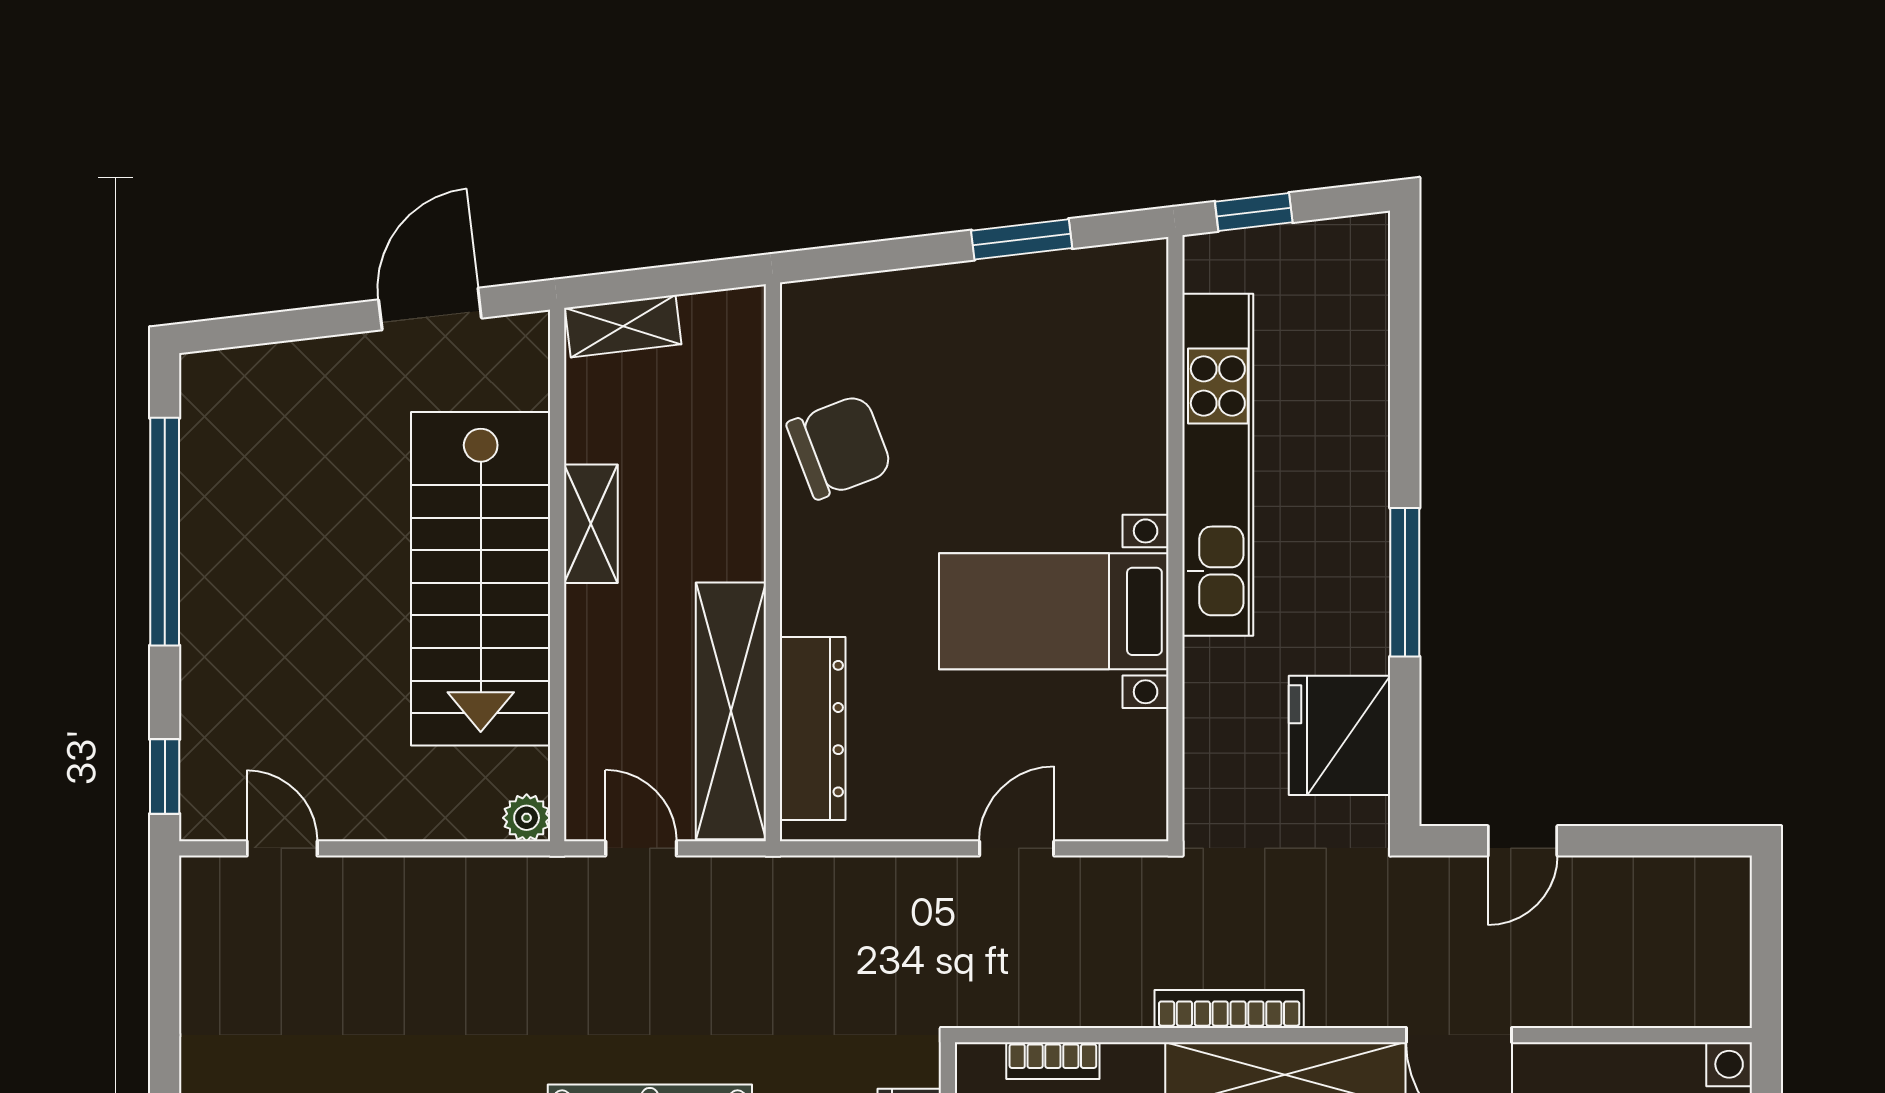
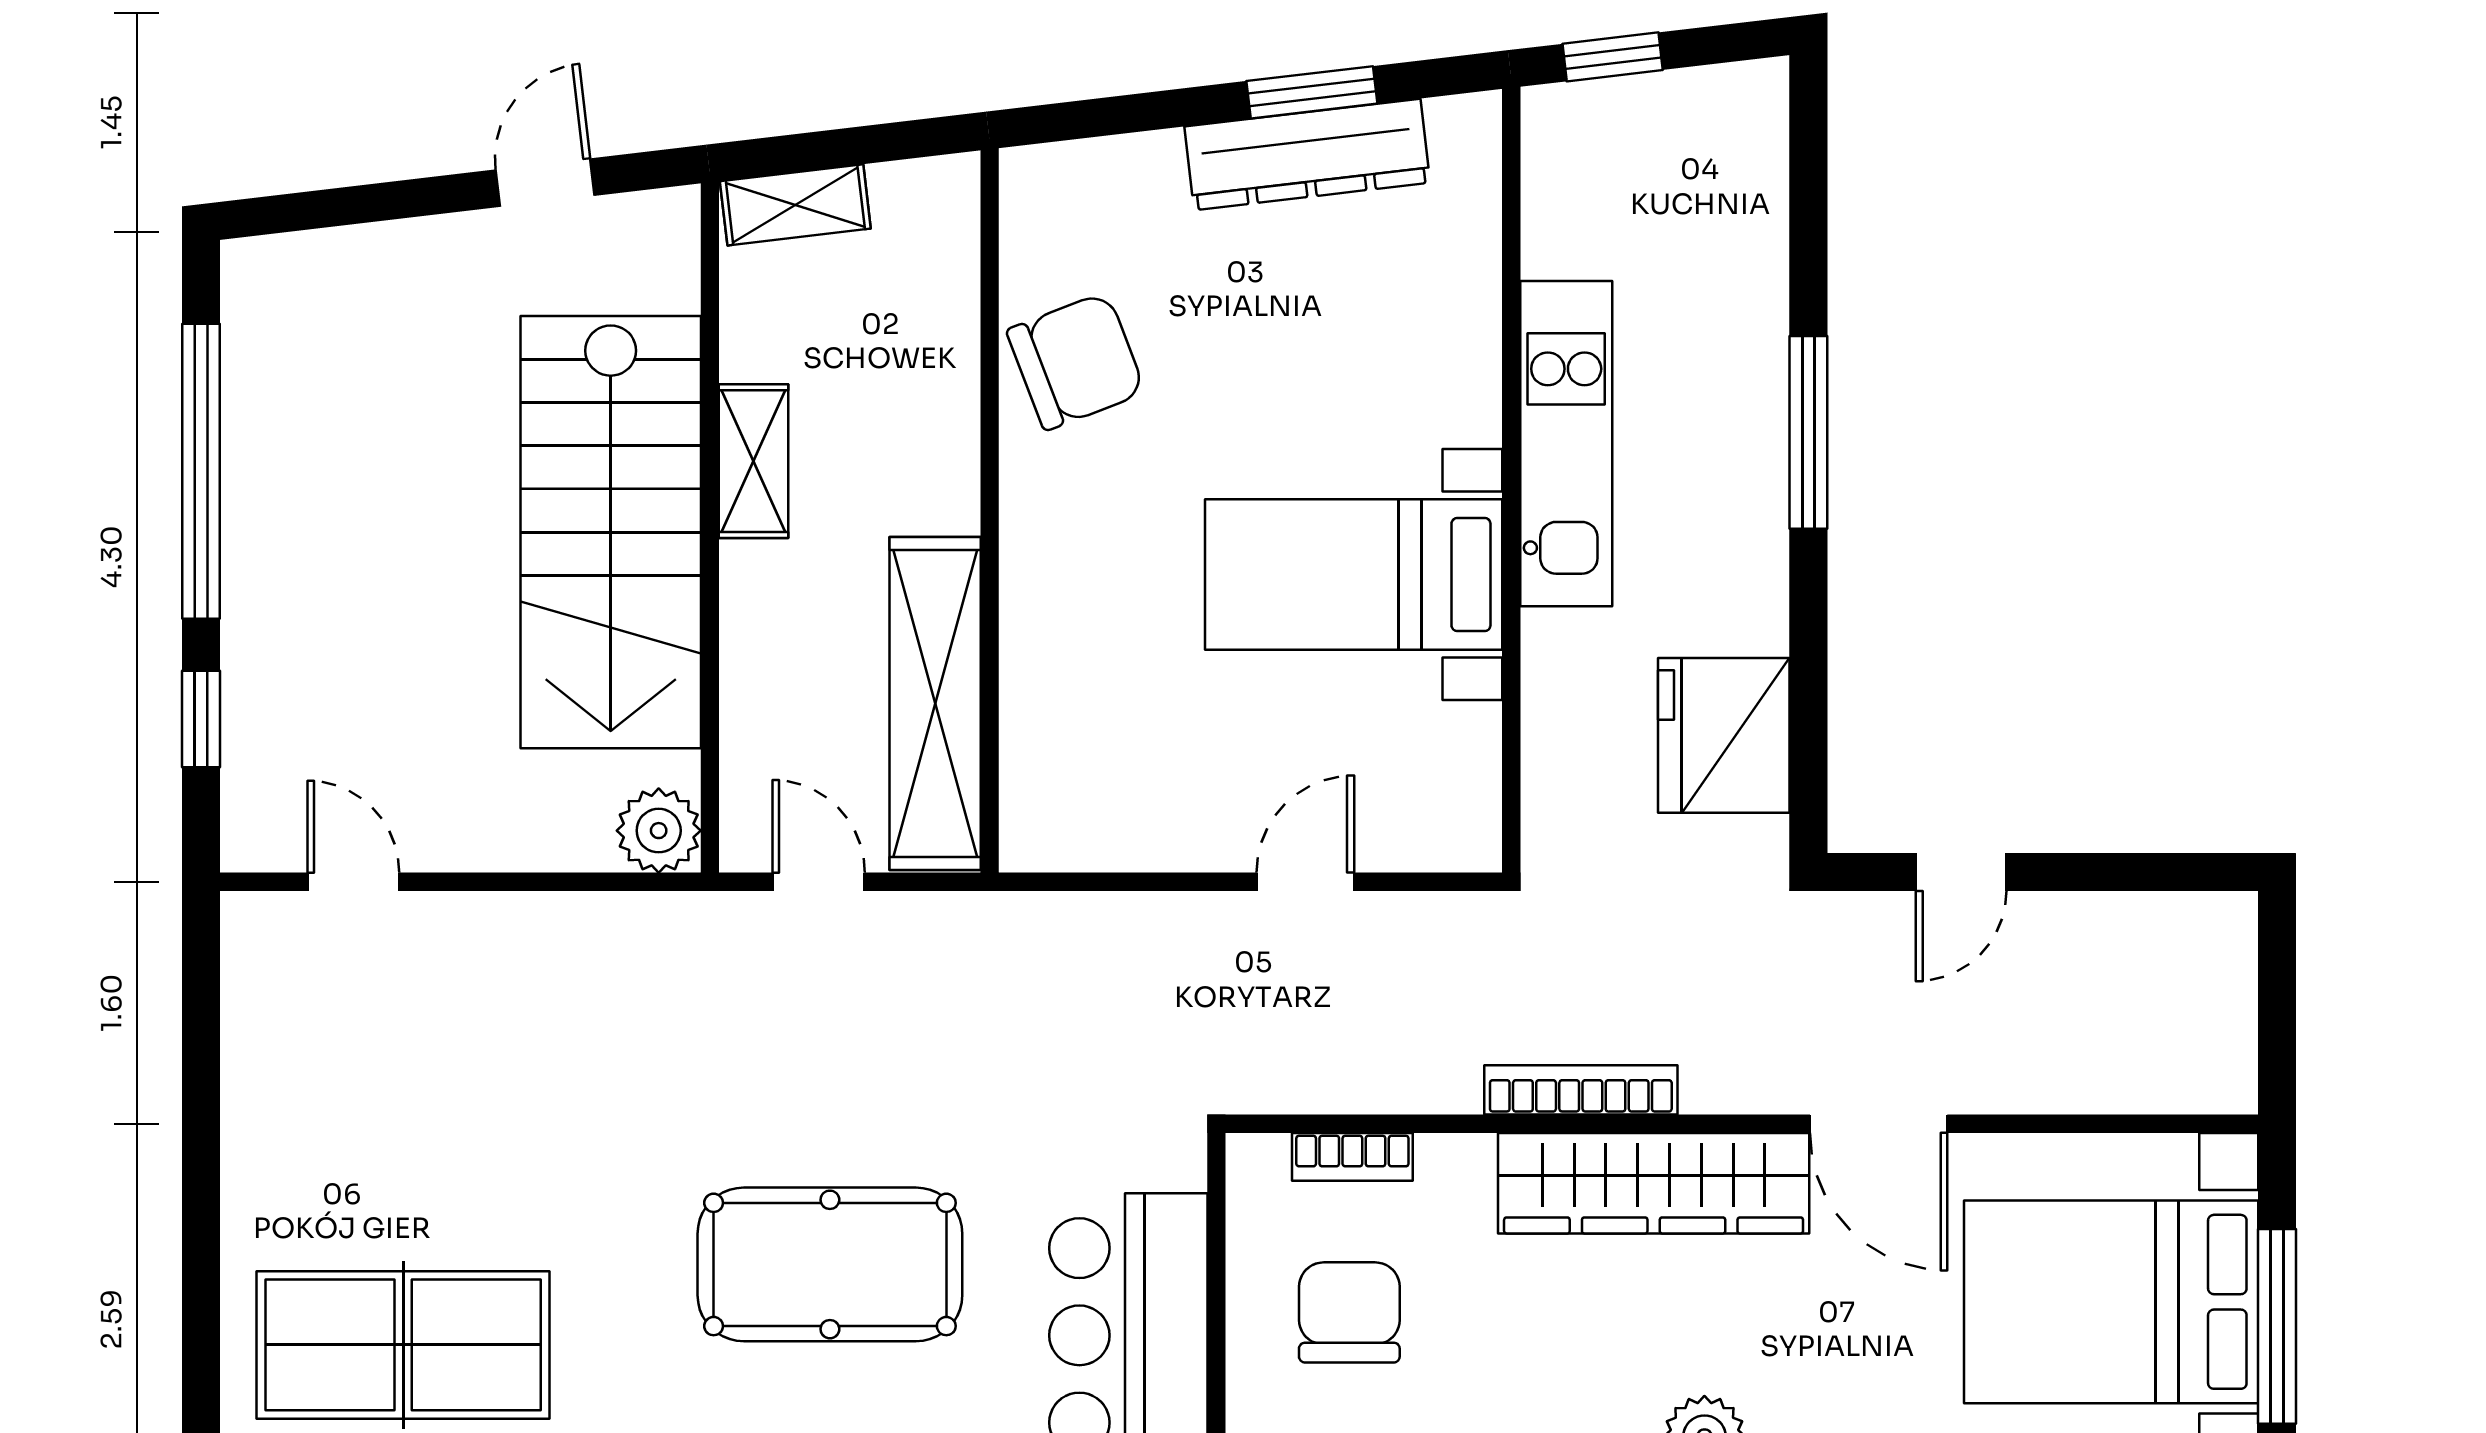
door: (430, 309) -> (545, 183), width x0.73
kitchen unit: (1218, 465) -> (1566, 444), width x0.73
window: (1405, 582) -> (1808, 432), moved
dresser: (813, 729) -> (1307, 155), moved, turned 83
window: (165, 776) -> (201, 719), moved
plant: (527, 818) -> (659, 831), width x1.38, depth x1.38

